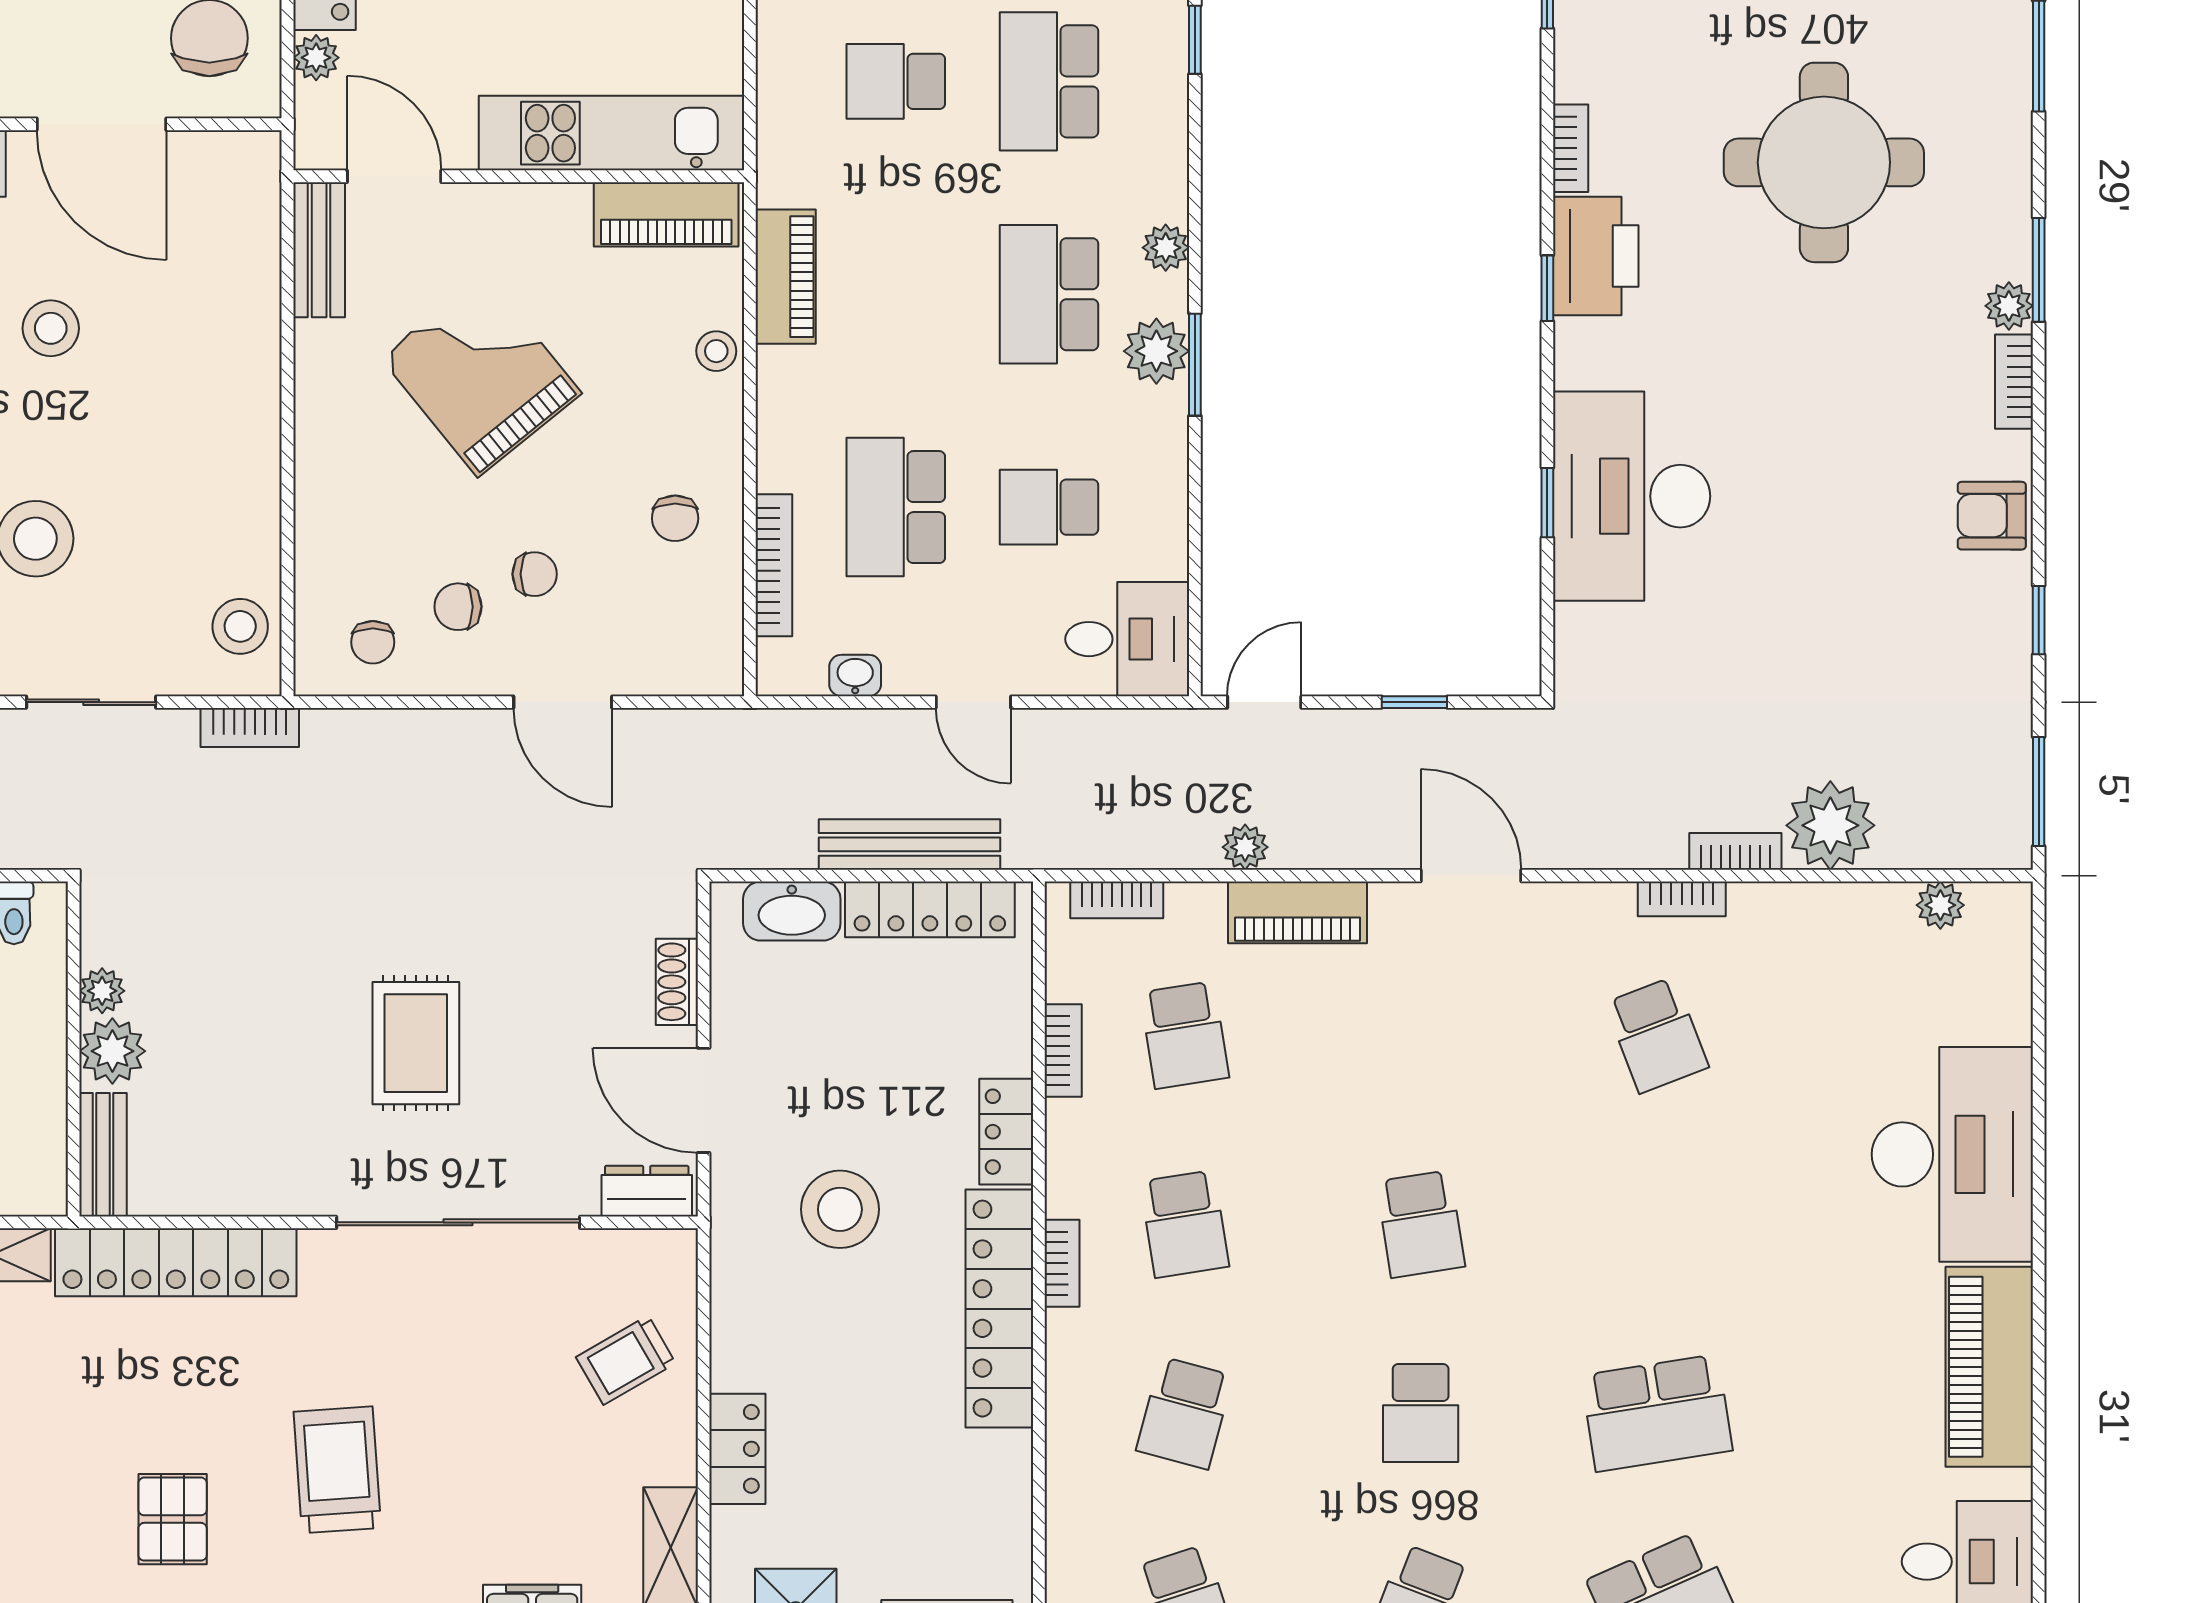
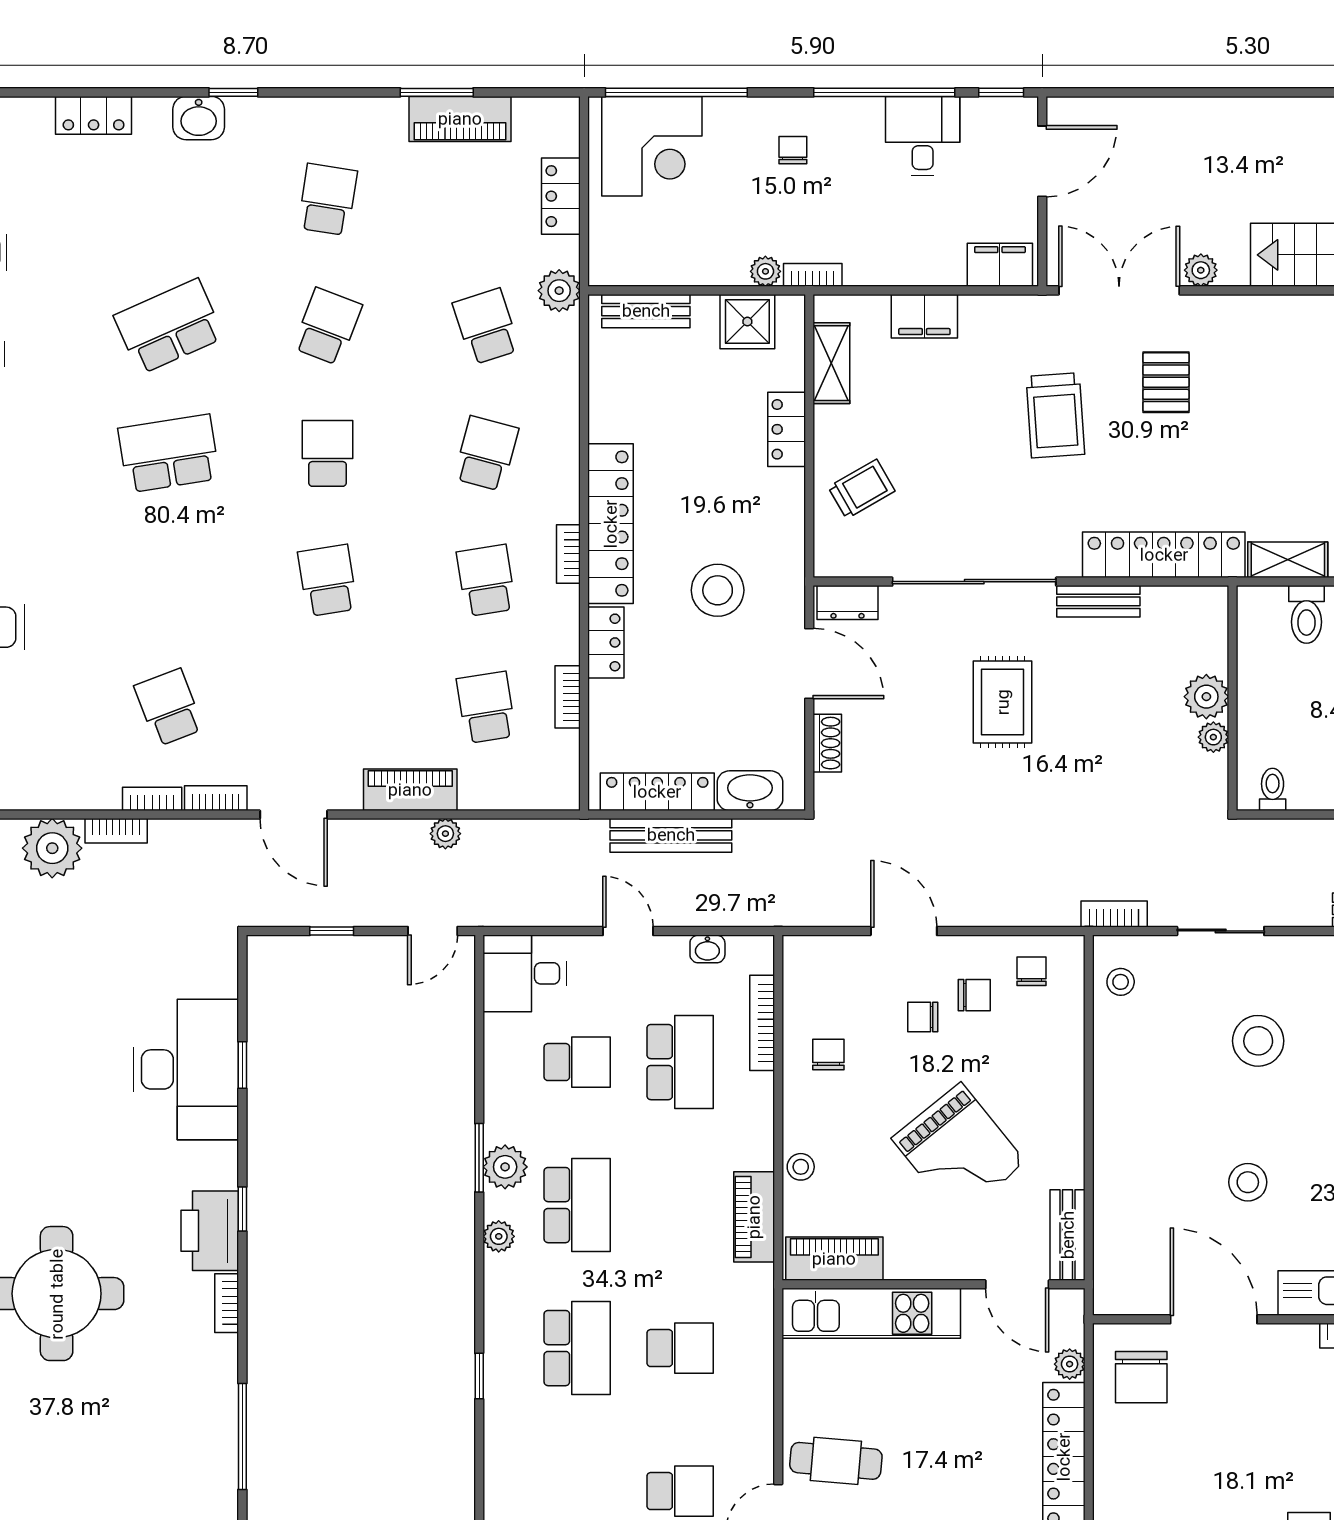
stool: (240, 626) -> (1121, 982), width x0.73, depth x0.73
bookcase: (1117, 900) -> (216, 798), moved
bench: (103, 1155) -> (1098, 601), moved, turned 90

